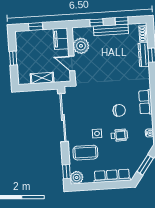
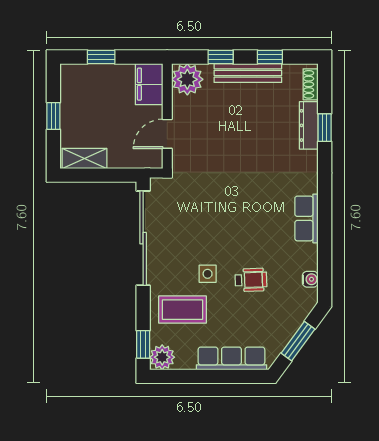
plant: (81, 46) -> (187, 79), moved
door: (72, 64) -> (167, 134), hinge flipped
shelving: (42, 78) -> (84, 158), moved
chair: (119, 110) -> (254, 231), removed

